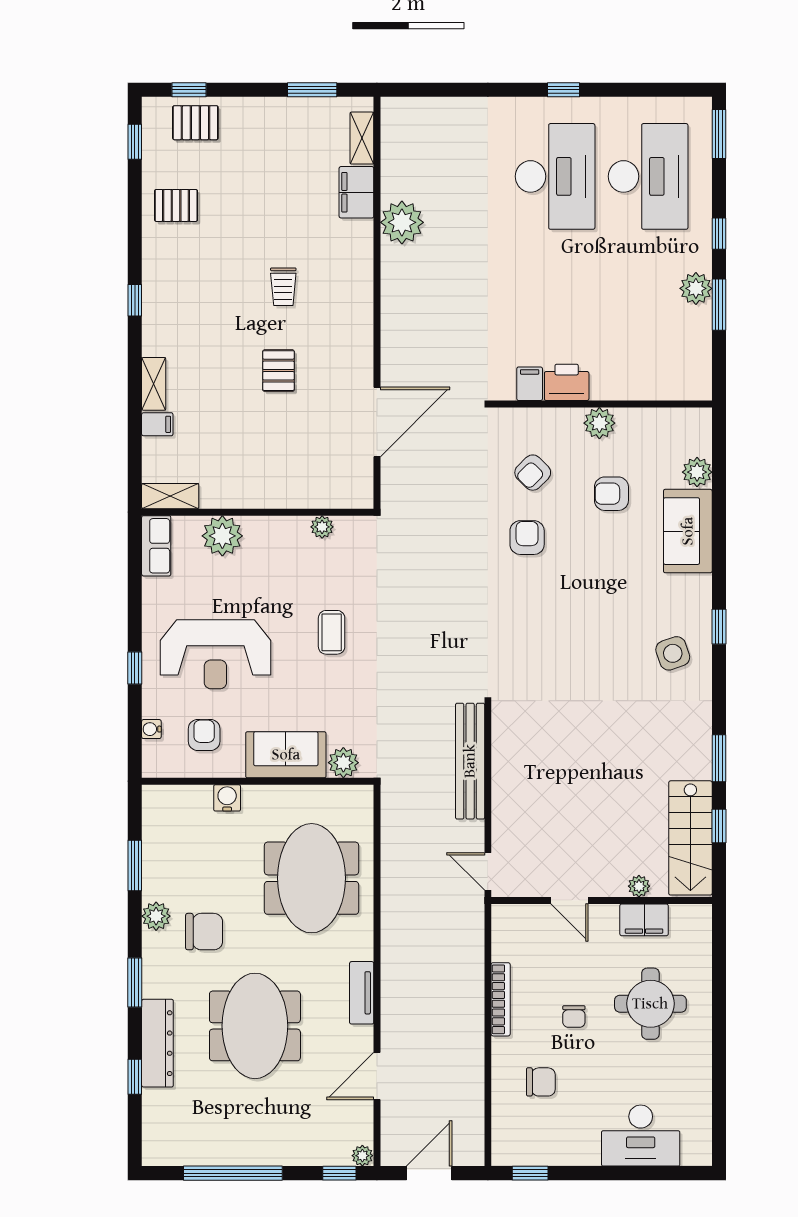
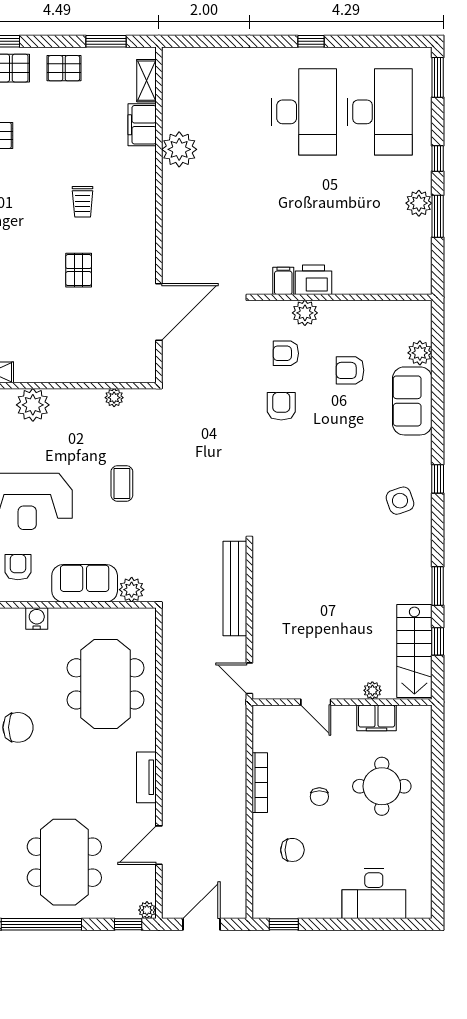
pallet: (261, 123) -> (64, 68), added
plant: (599, 423) -> (305, 313), moved
armchair: (533, 473) -> (286, 353), turned 45
meeting table: (255, 1026) -> (64, 862), moved

